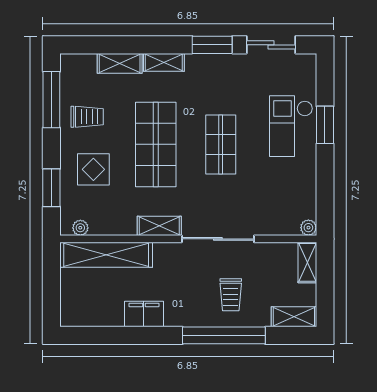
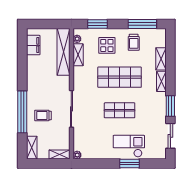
shelving: (159, 226) -> (78, 55), moved
filing cabinet: (144, 314) -> (33, 45), moved

